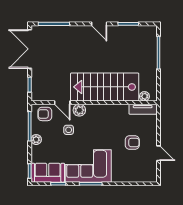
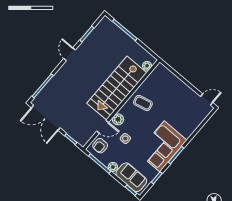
door: (99, 24) -> (70, 54), swing flipped
tv unit: (143, 109) -> (155, 75), removed
coffee table: (111, 119) -> (143, 103), added
armchair: (132, 143) -> (172, 102), removed
door: (158, 153) -> (207, 100), moved
sofa: (48, 173) -> (131, 177), moved, turned 90

